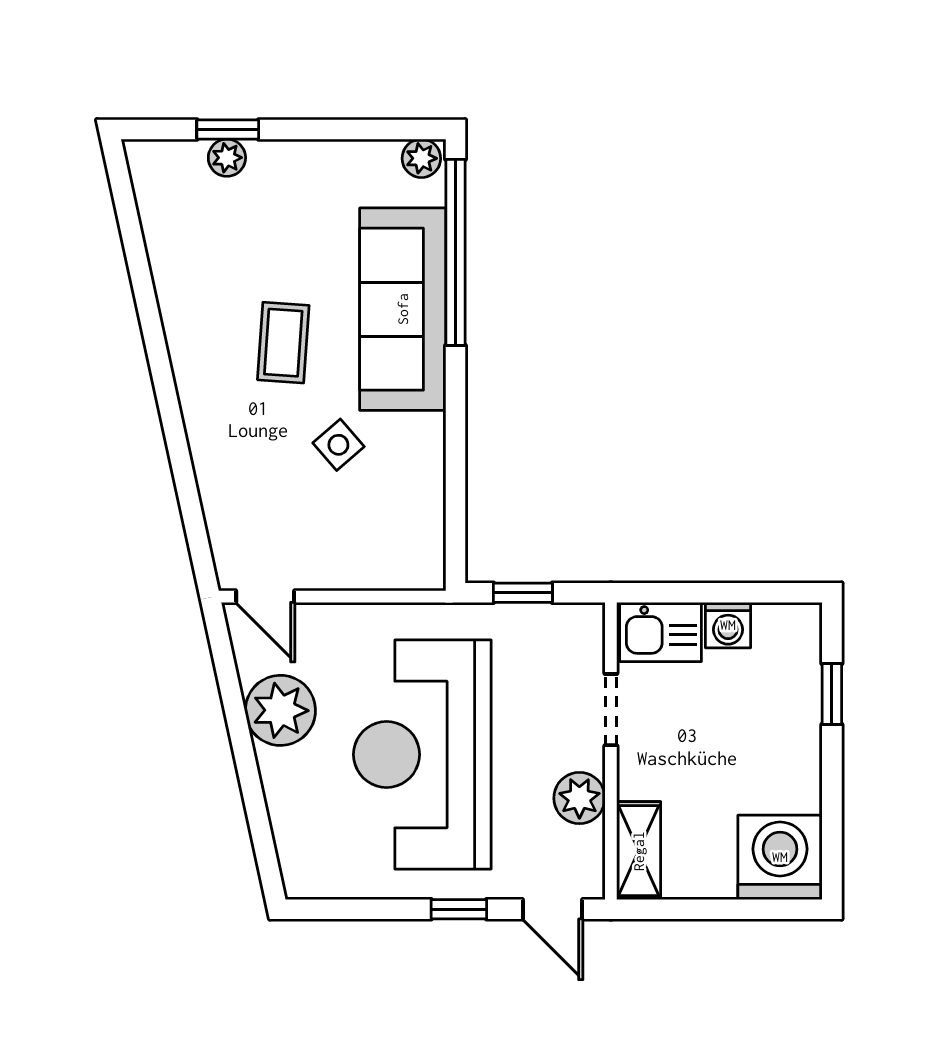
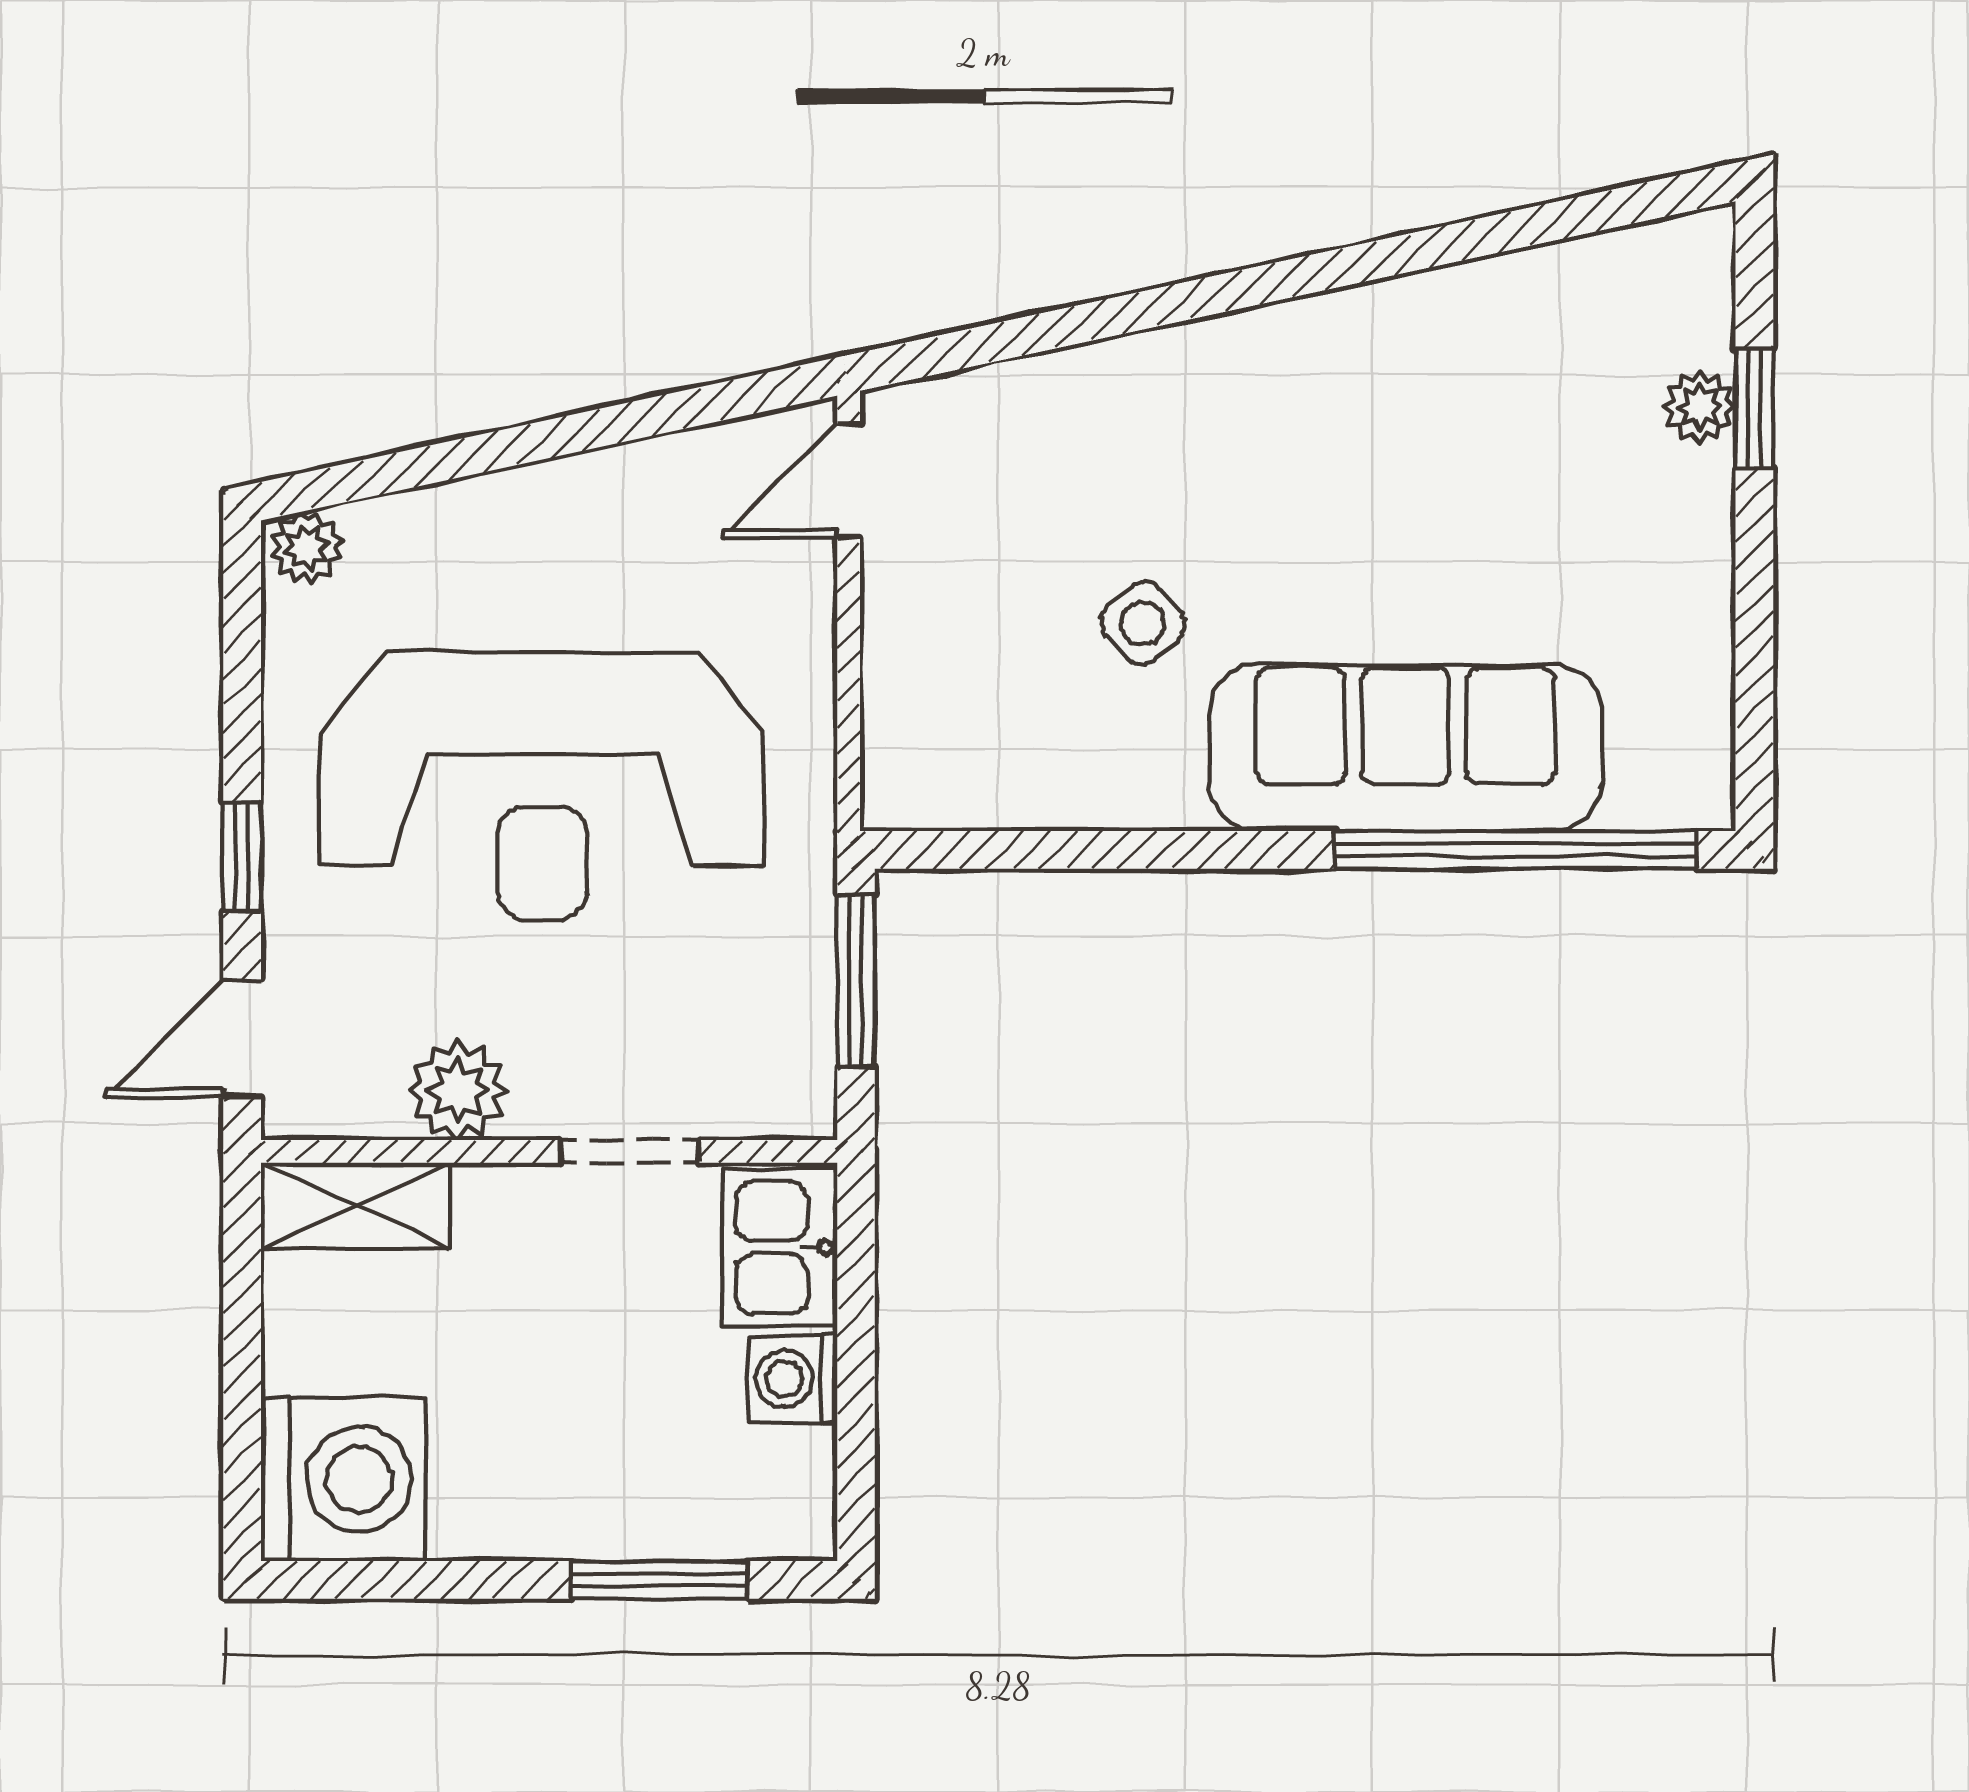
plant: (421, 158) -> (1698, 784), removed
coffee table: (283, 343) -> (1341, 516), removed
window: (523, 593) -> (856, 981), width x1.50
window: (832, 694) -> (659, 1580), width x1.50
plant: (280, 710) -> (306, 548), moved, width x0.53, depth x0.53
reception desk: (422, 754) -> (542, 786), turned 180

